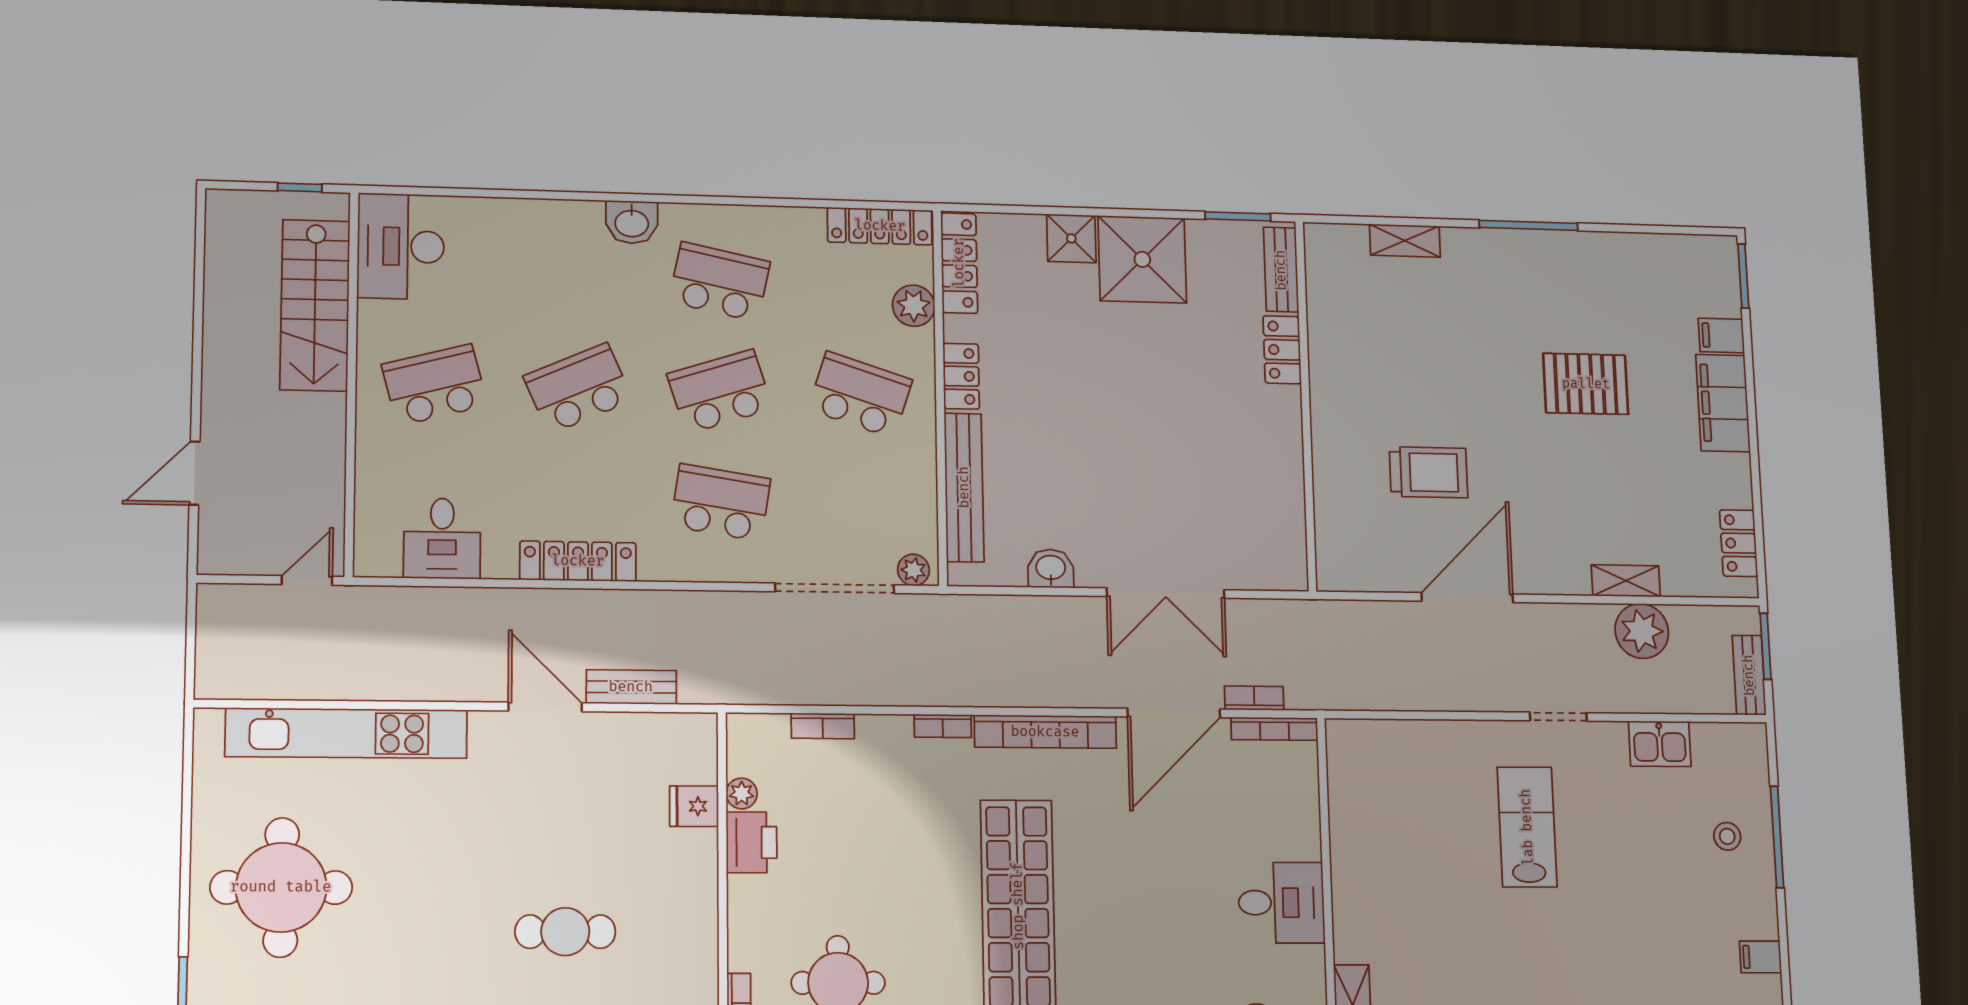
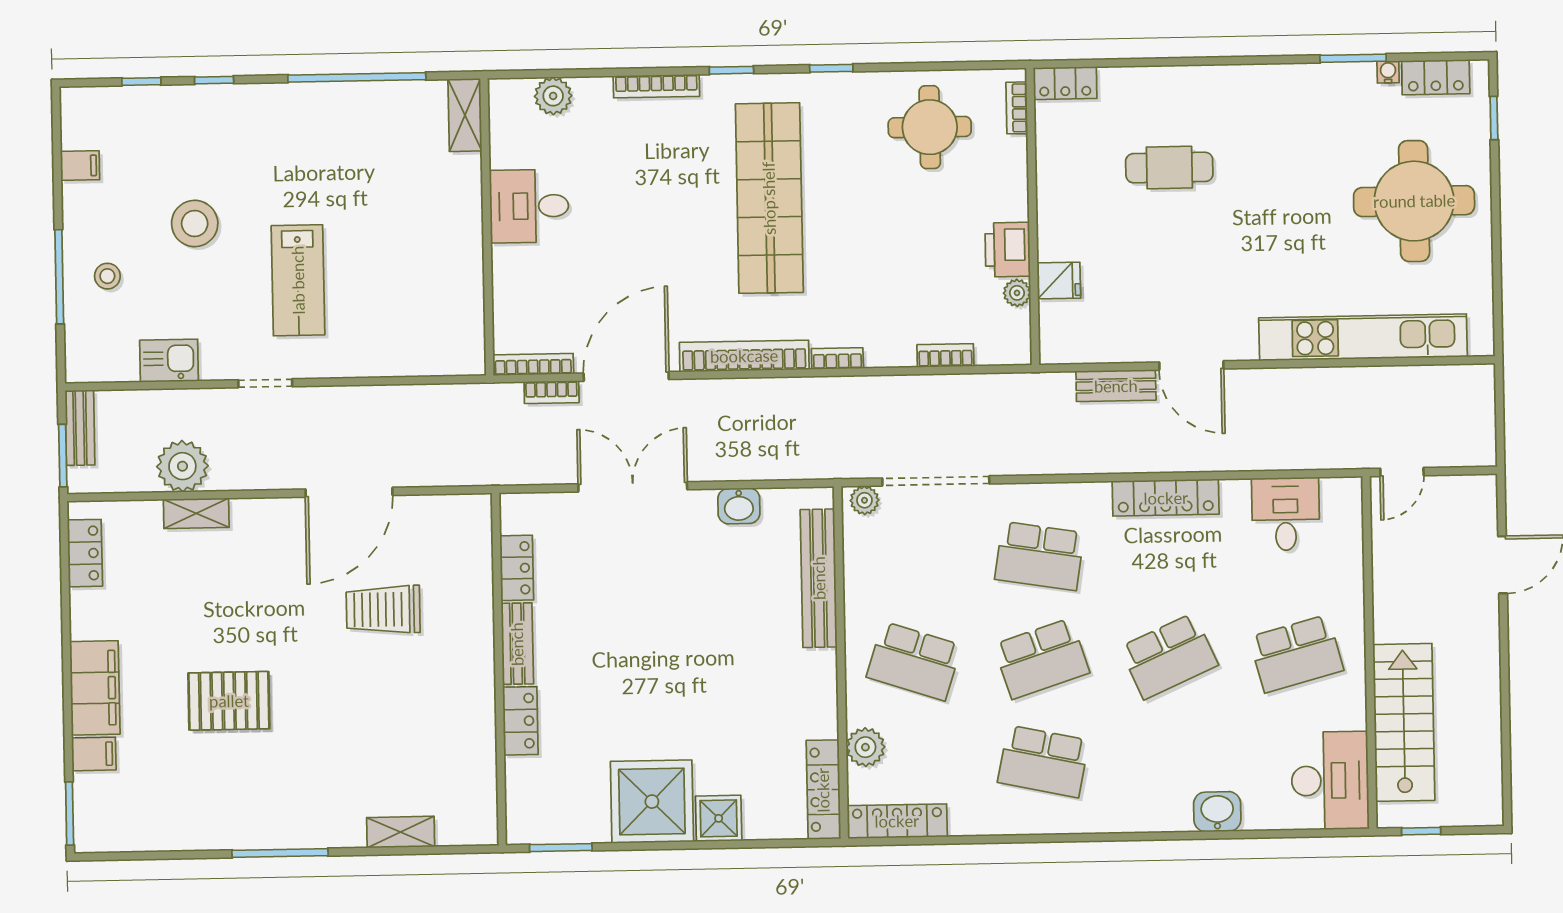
washbasin: (632, 222) -> (1217, 812), moved
bench: (1281, 270) -> (517, 644), moved
locker: (961, 376) -> (517, 568), moved, turned 180
stool: (1638, 891) -> (195, 223), added

